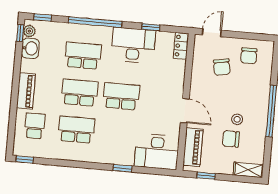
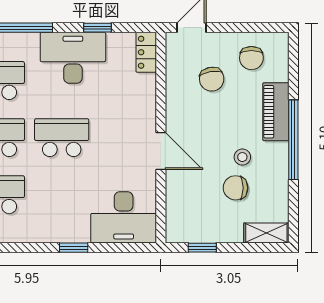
piano: (193, 147) -> (276, 112), moved, turned 180

